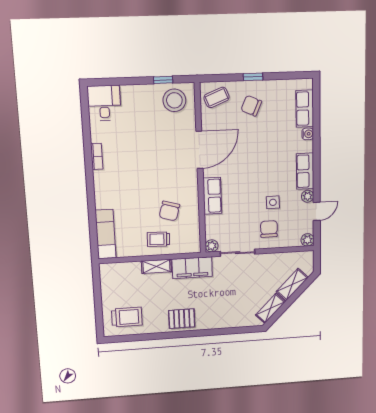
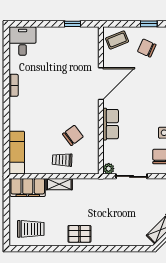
stool: (174, 100) -> (81, 41), removed
chair: (169, 211) -> (73, 135), turned -143
filing cabinet: (192, 268) -> (28, 187), moved

